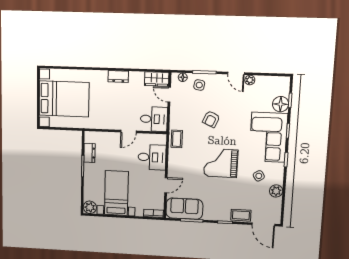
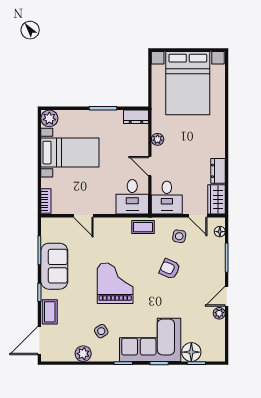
dresser: (118, 76) -> (218, 171), moved
side table: (199, 85) -> (179, 236), moved
door: (169, 95) -> (198, 216), swing flipped
plant: (108, 125) -> (158, 139), added
dresser: (89, 153) -> (136, 117), moved
desk: (152, 157) -> (132, 197), moved
sofa: (184, 209) -> (54, 266), moved

